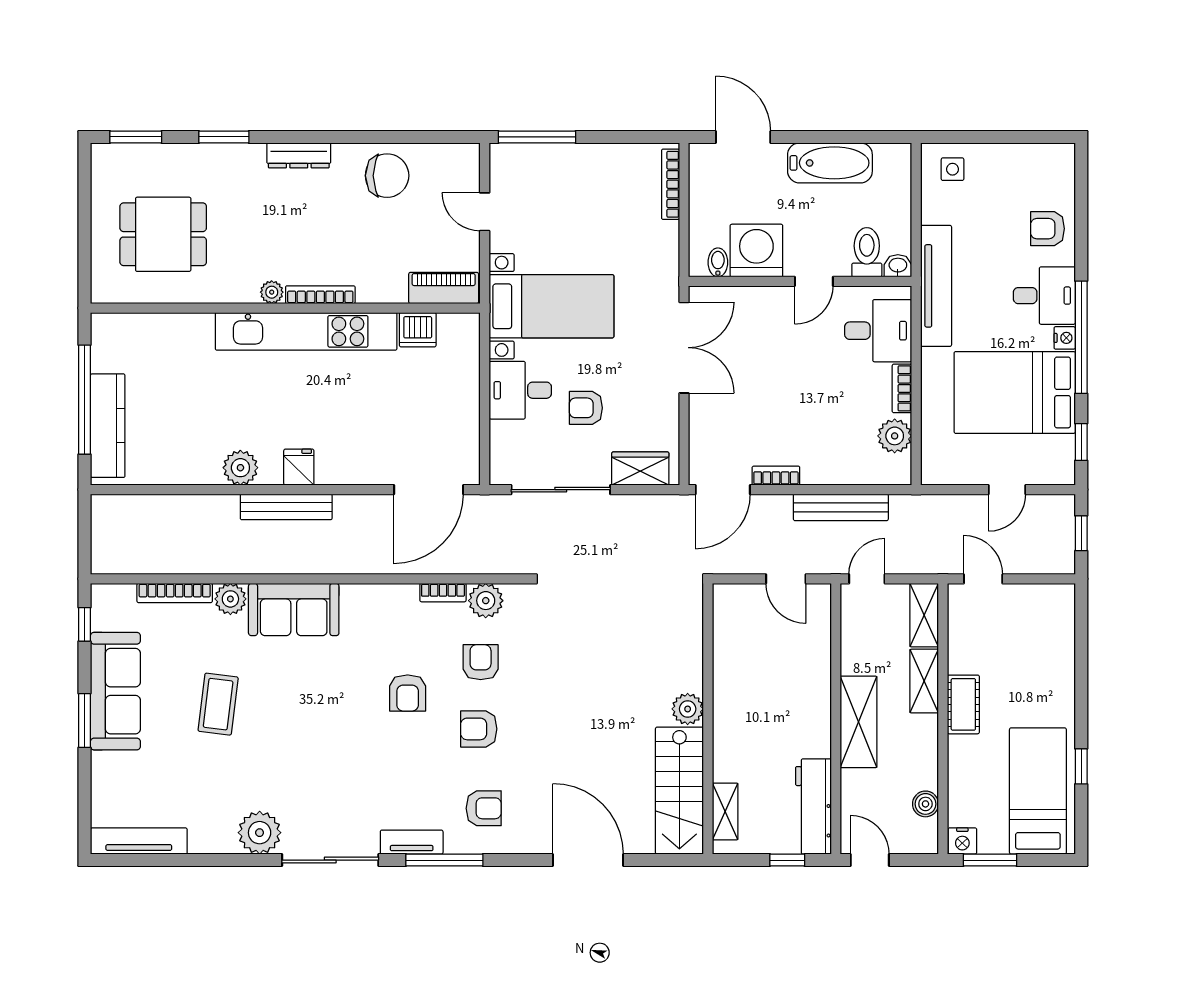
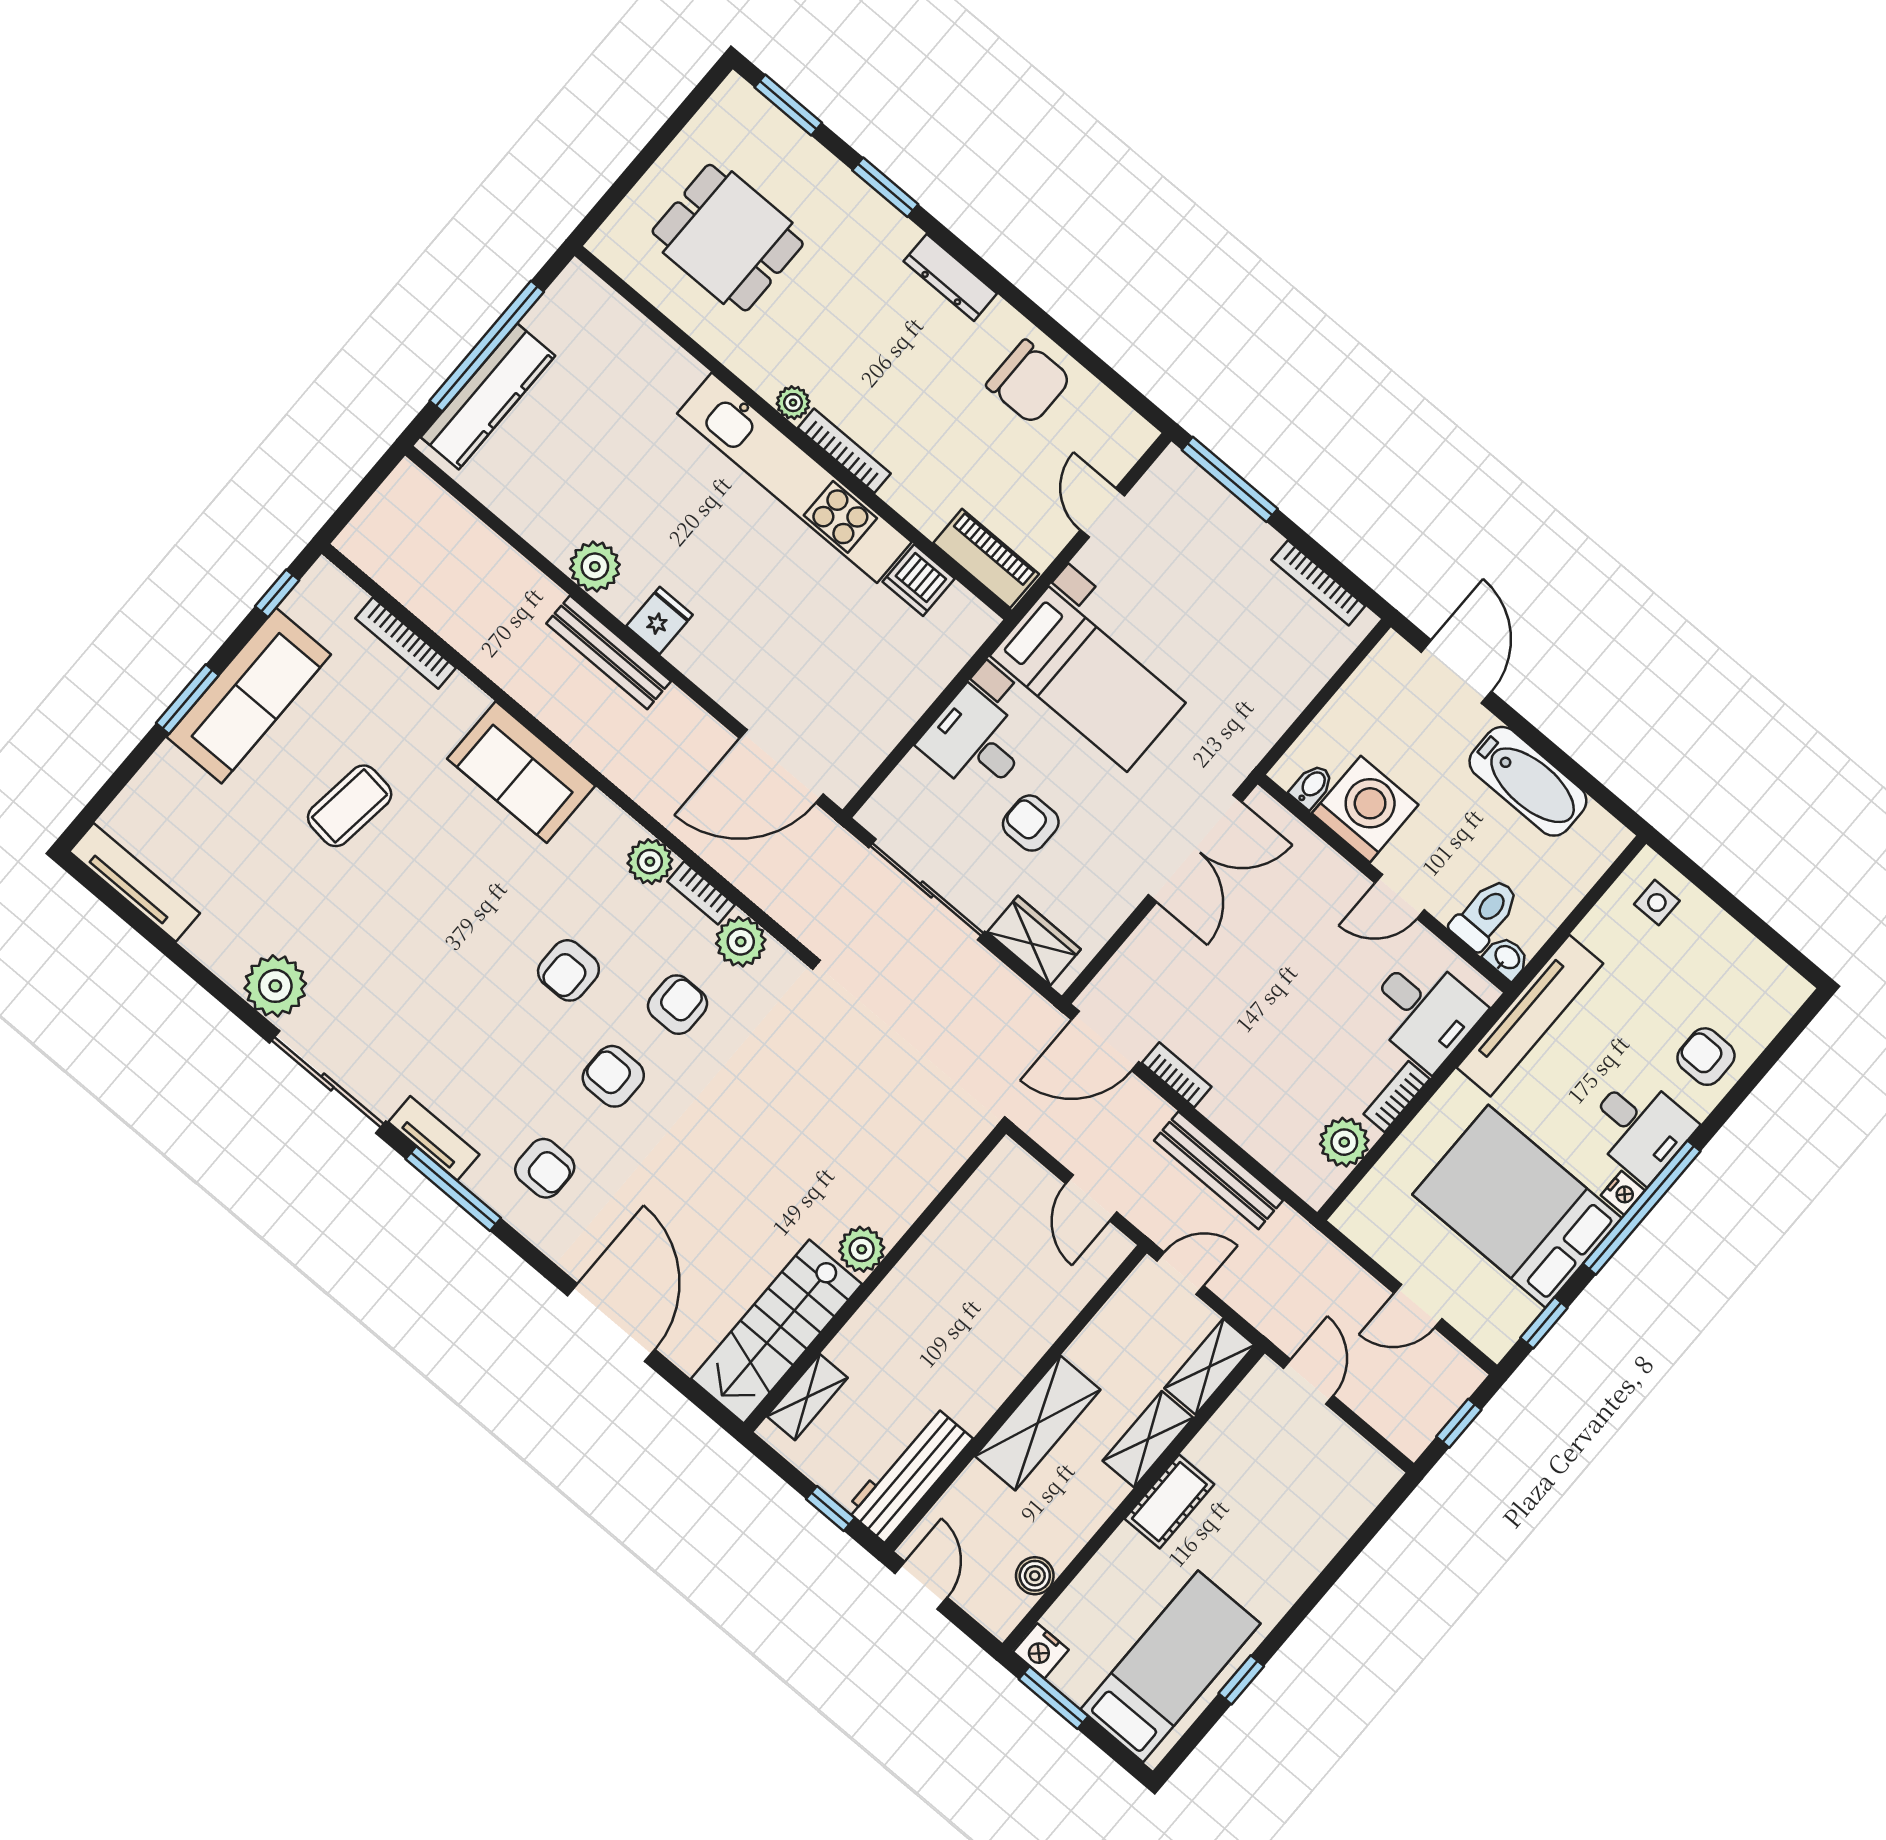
bookcase: (671, 184) -> (1318, 583), moved, turned -90
plant: (230, 599) -> (650, 862), moved

